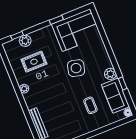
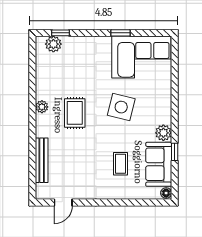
plant: (25, 41) -> (53, 44), moved
rug: (34, 62) -> (75, 113), moved, turned 90

